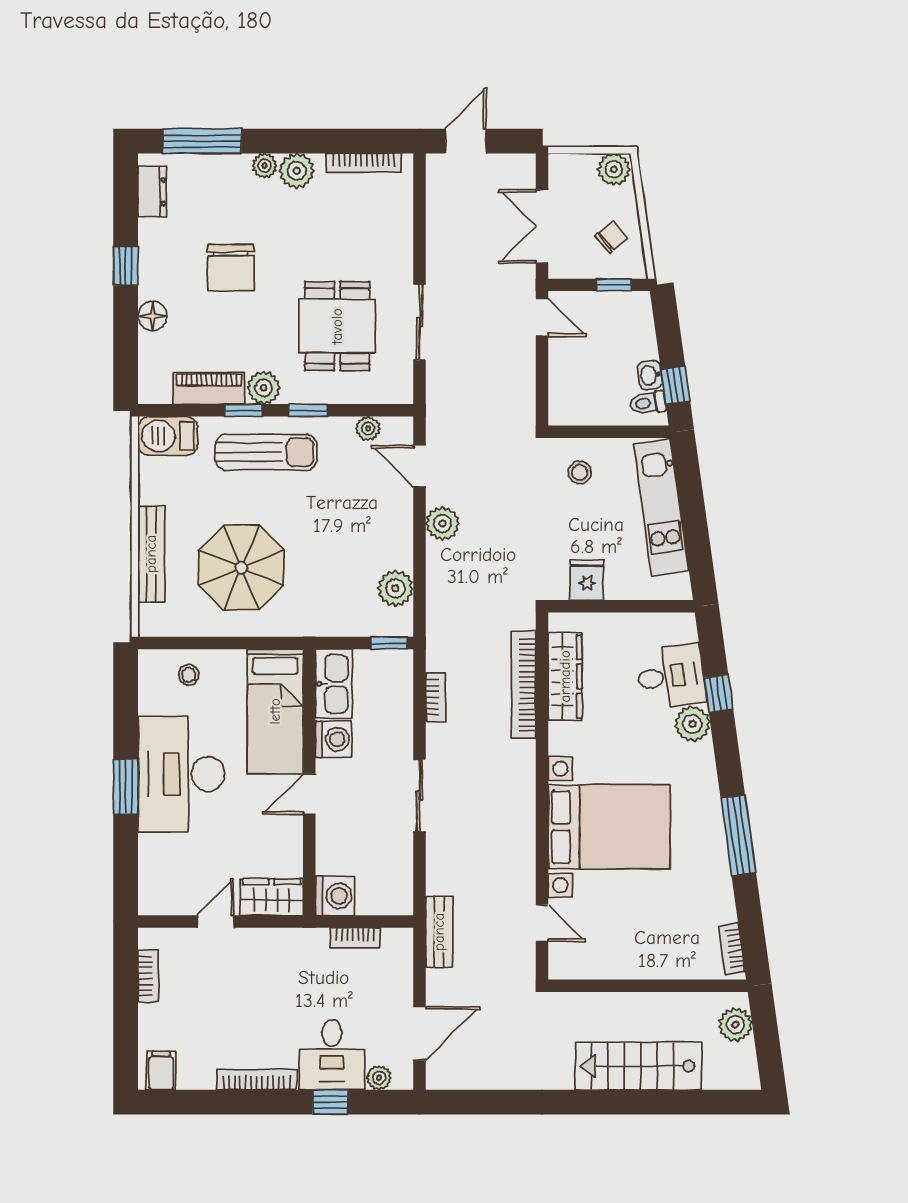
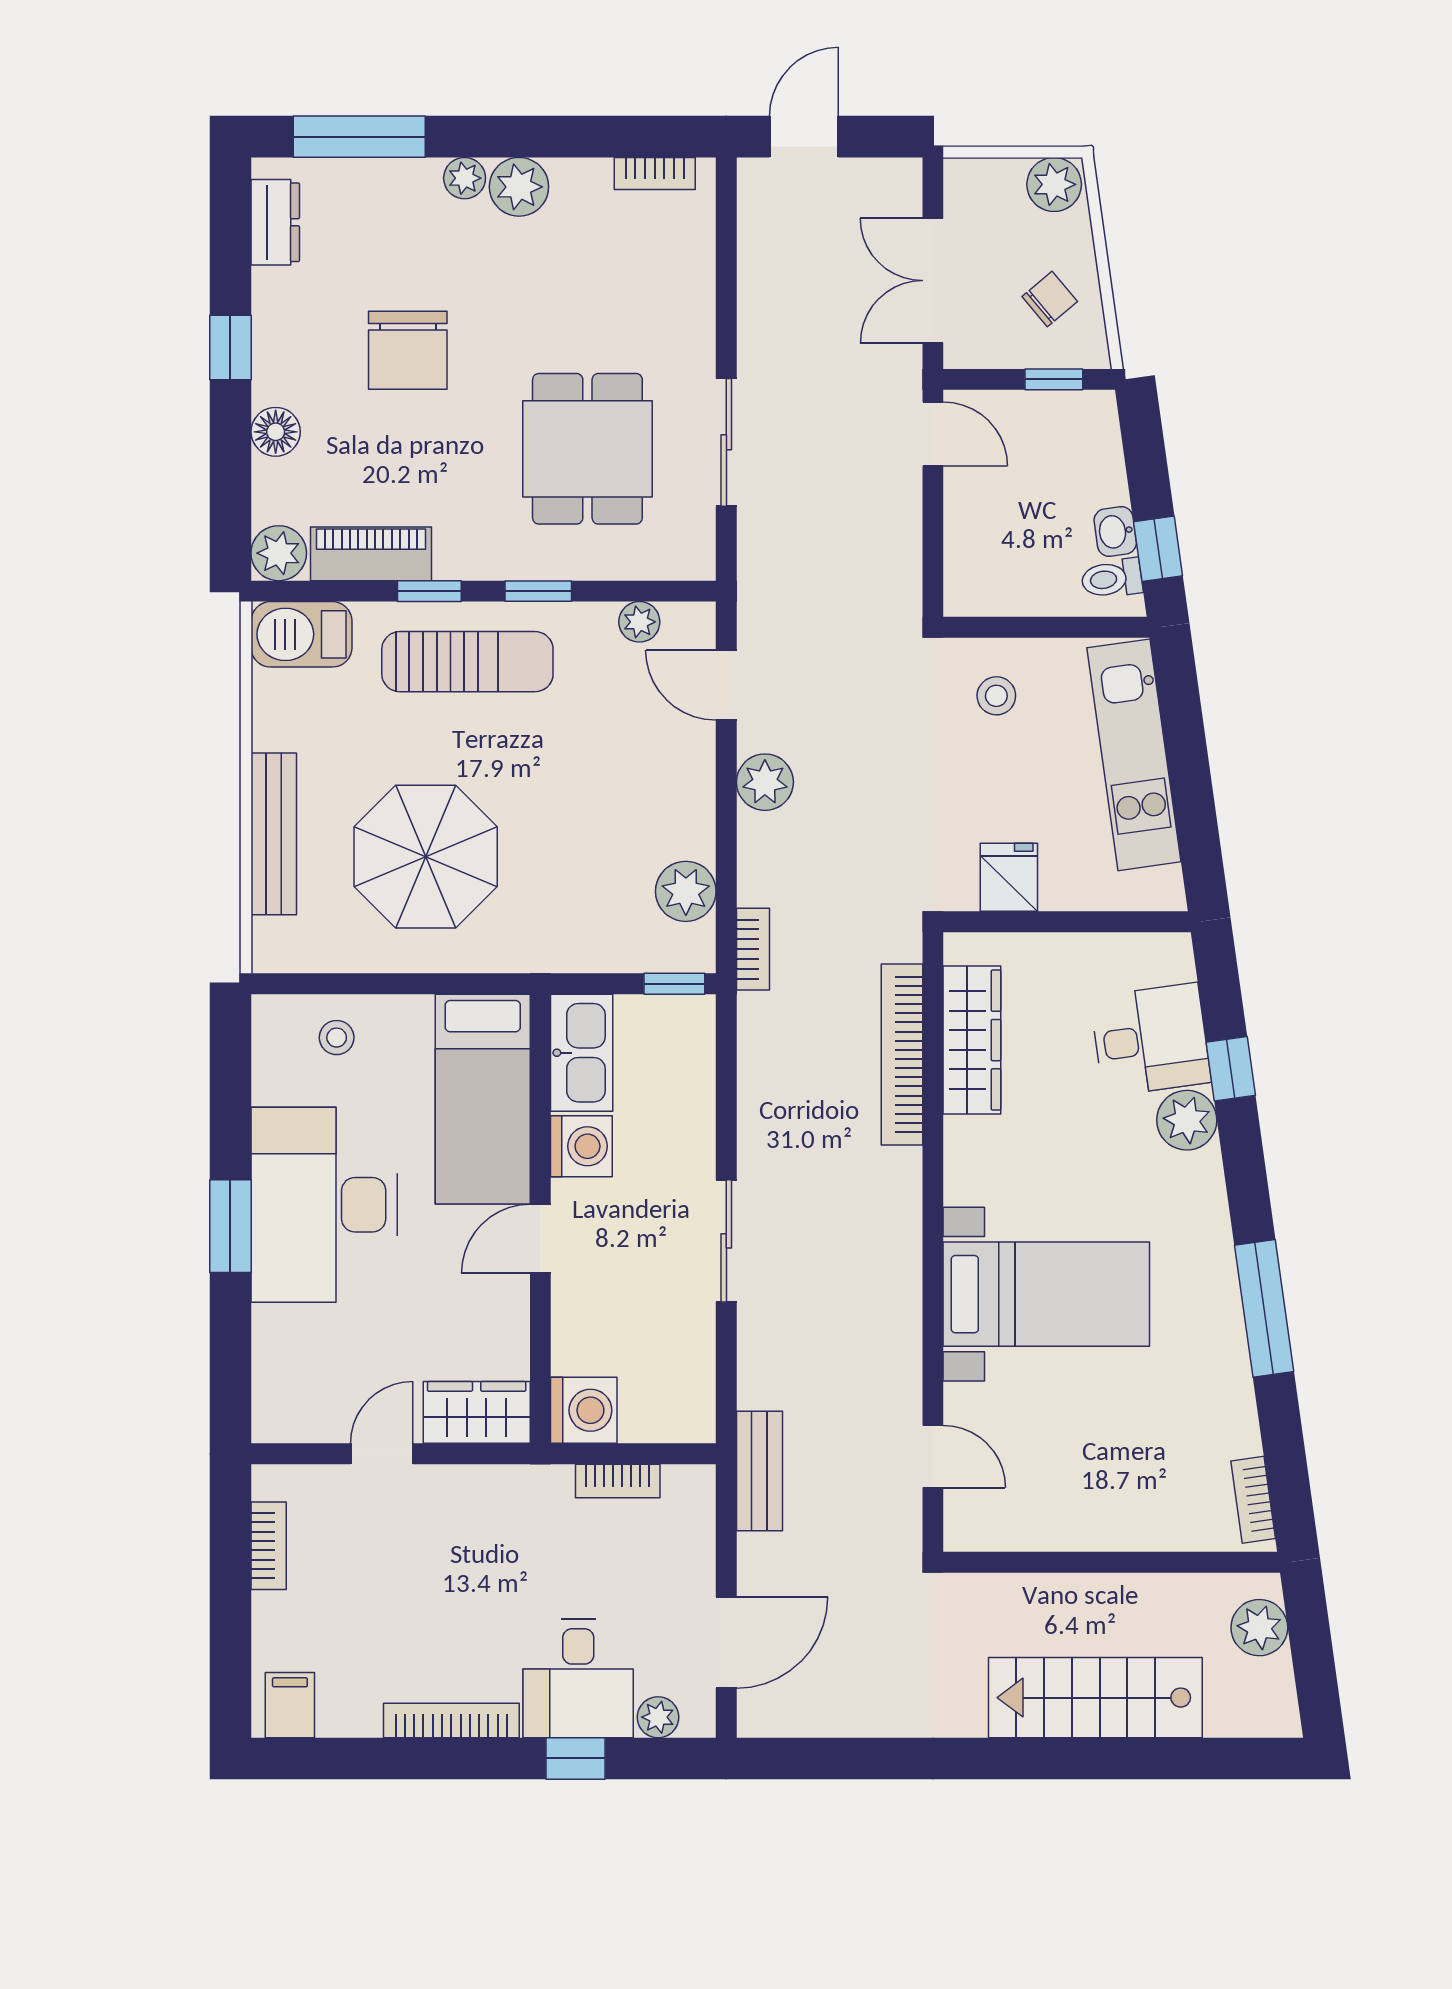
bookcase: (364, 163) -> (655, 173), width x0.64
plant: (264, 388) -> (279, 553), moved
bookcase: (435, 697) -> (753, 949), moved
bed with nightstands: (609, 827) -> (1046, 1294), width x0.73

